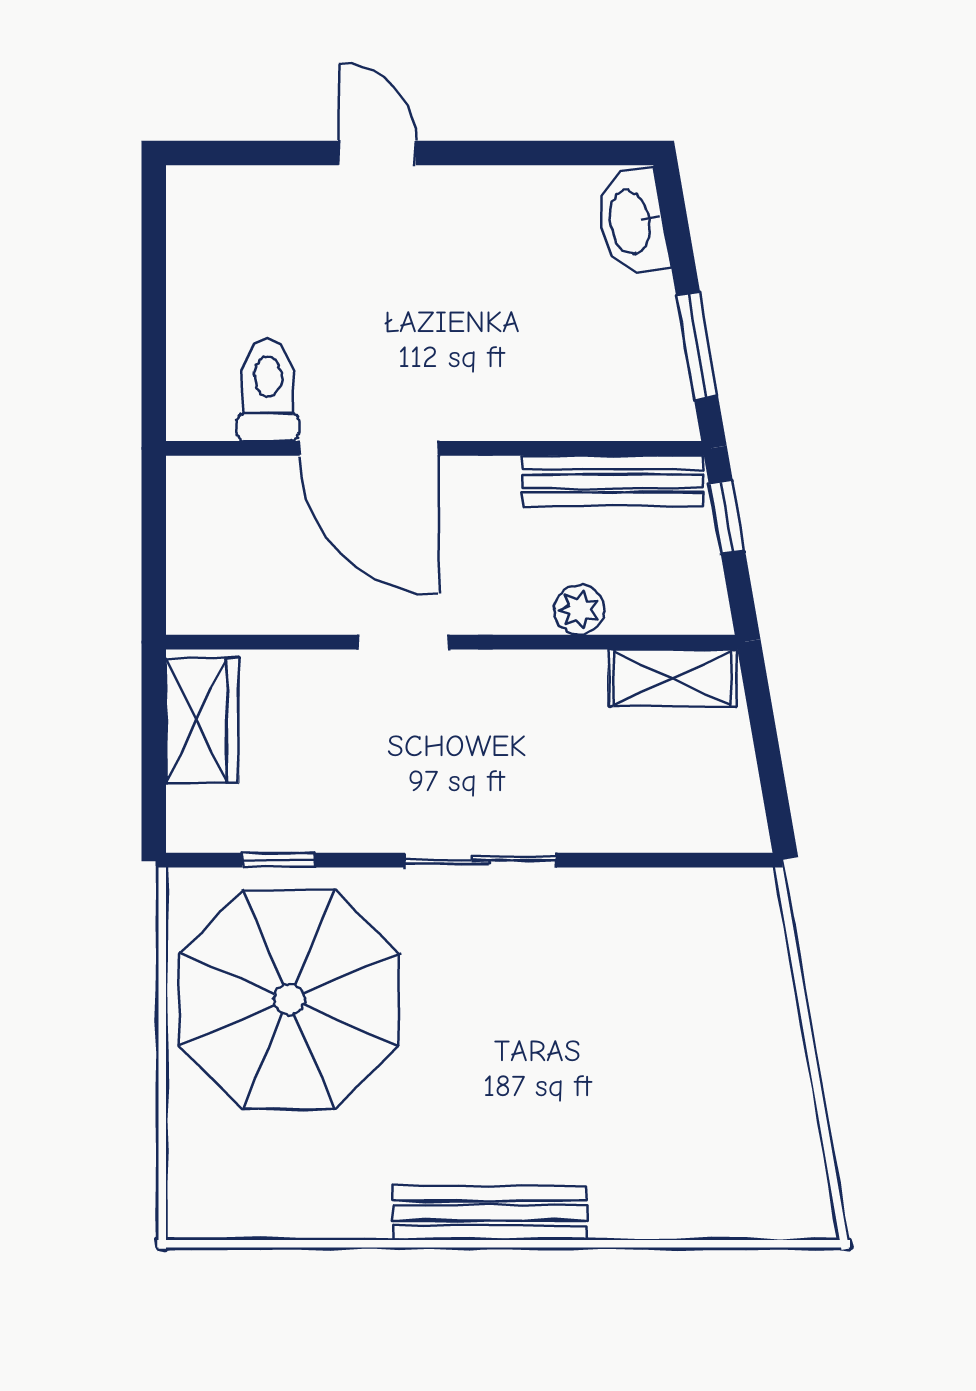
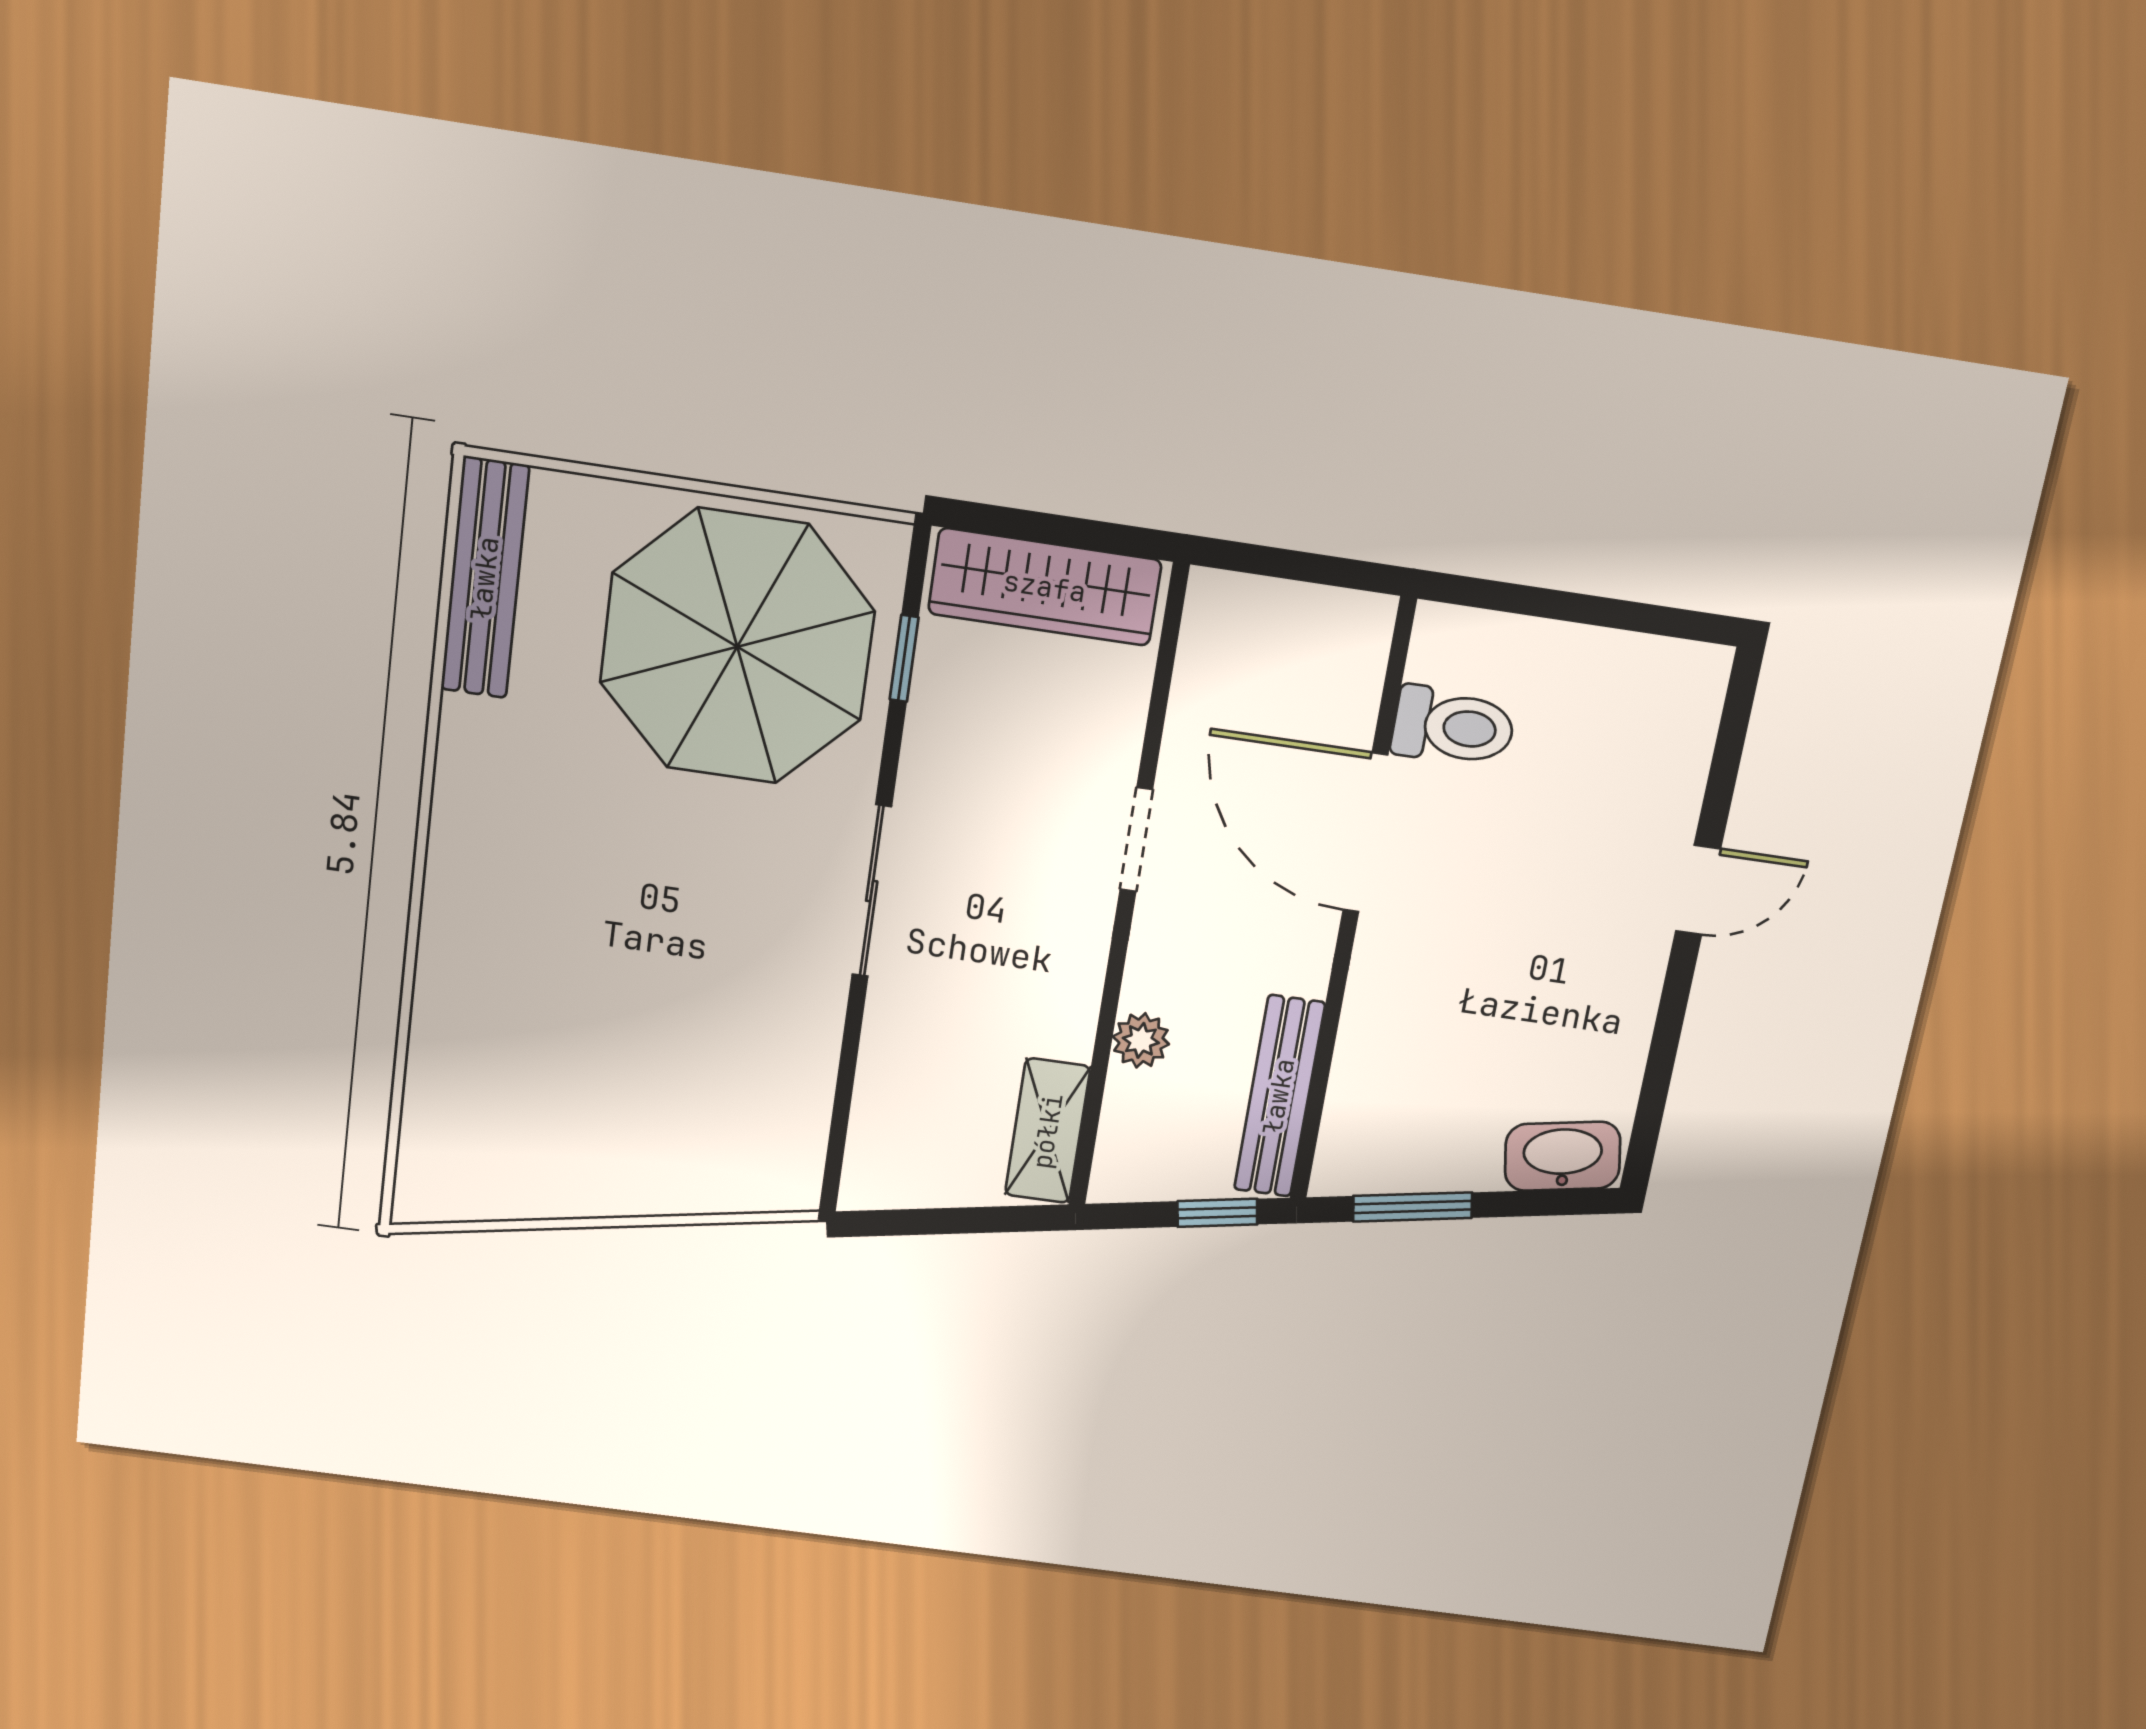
door: (369, 448) -> (1365, 833), hinge flipped
wardrobe: (202, 721) -> (1045, 587), width x1.50
bench: (490, 1213) -> (485, 578), moved

